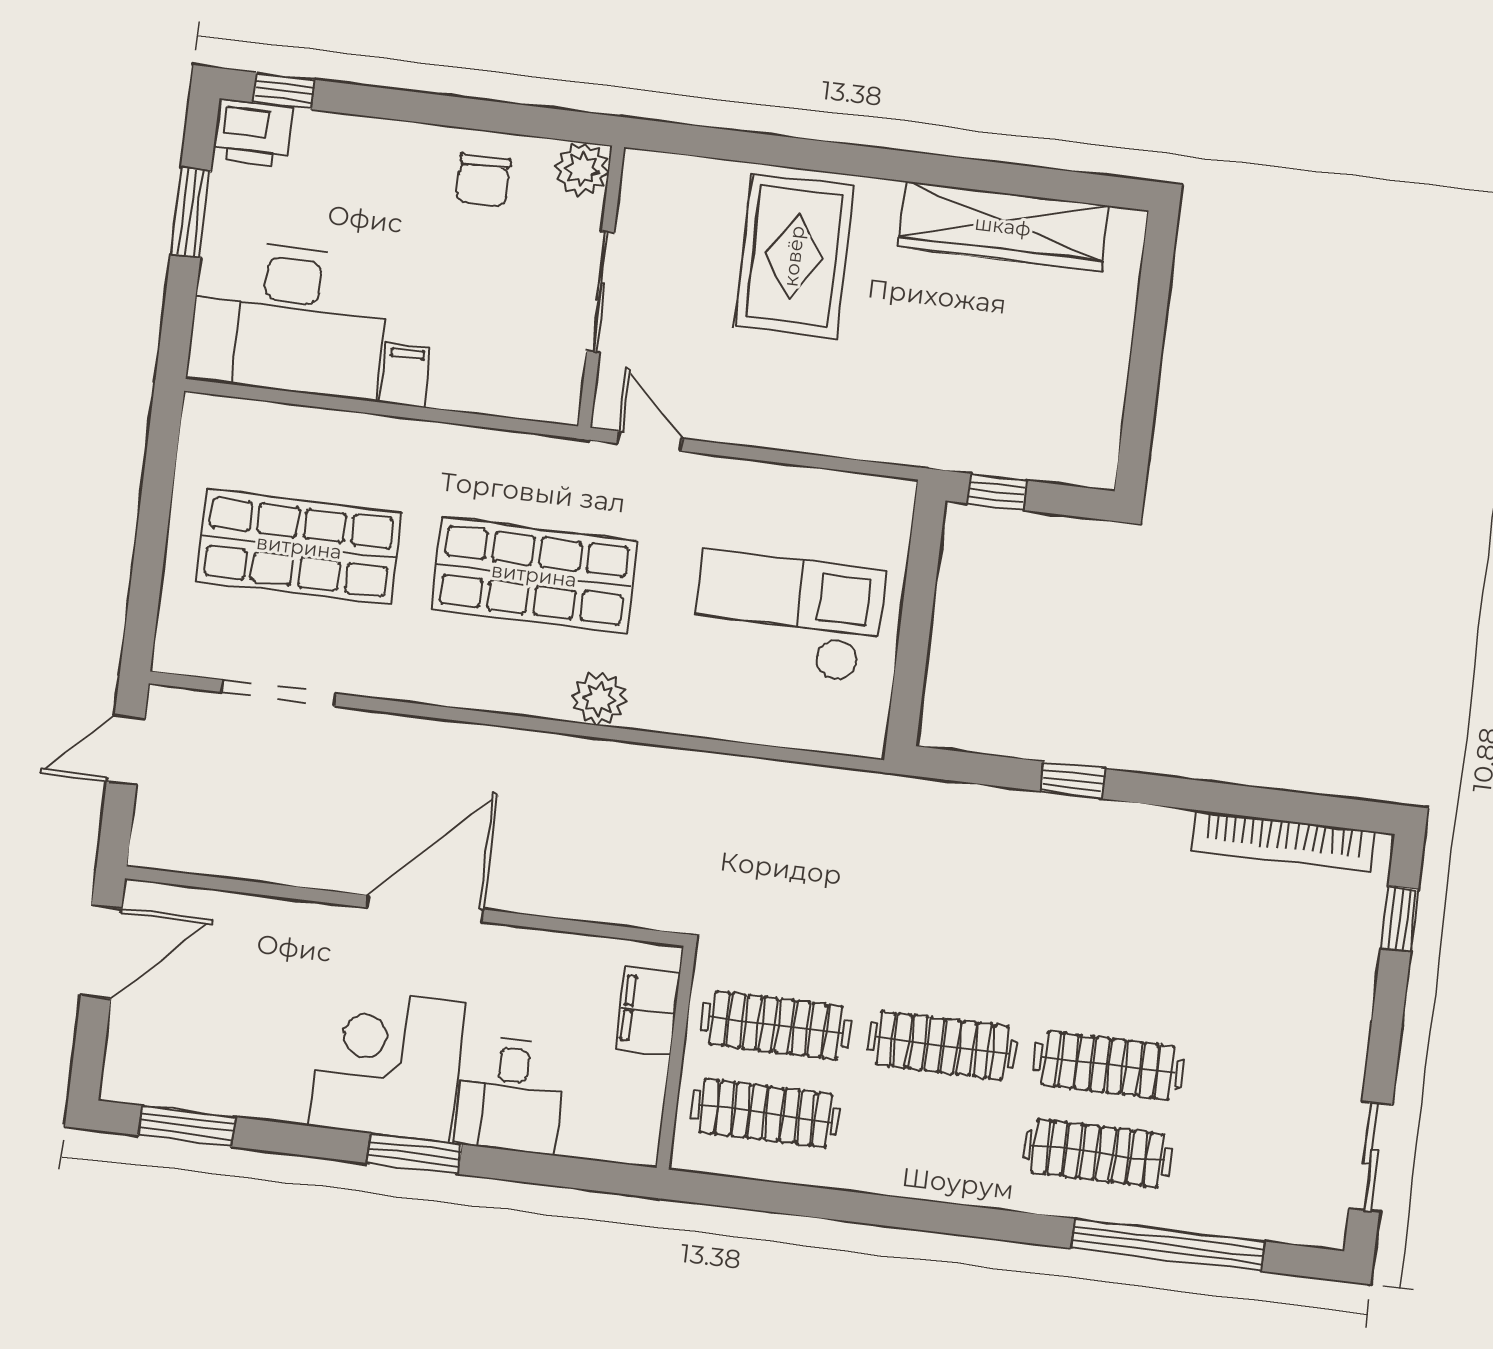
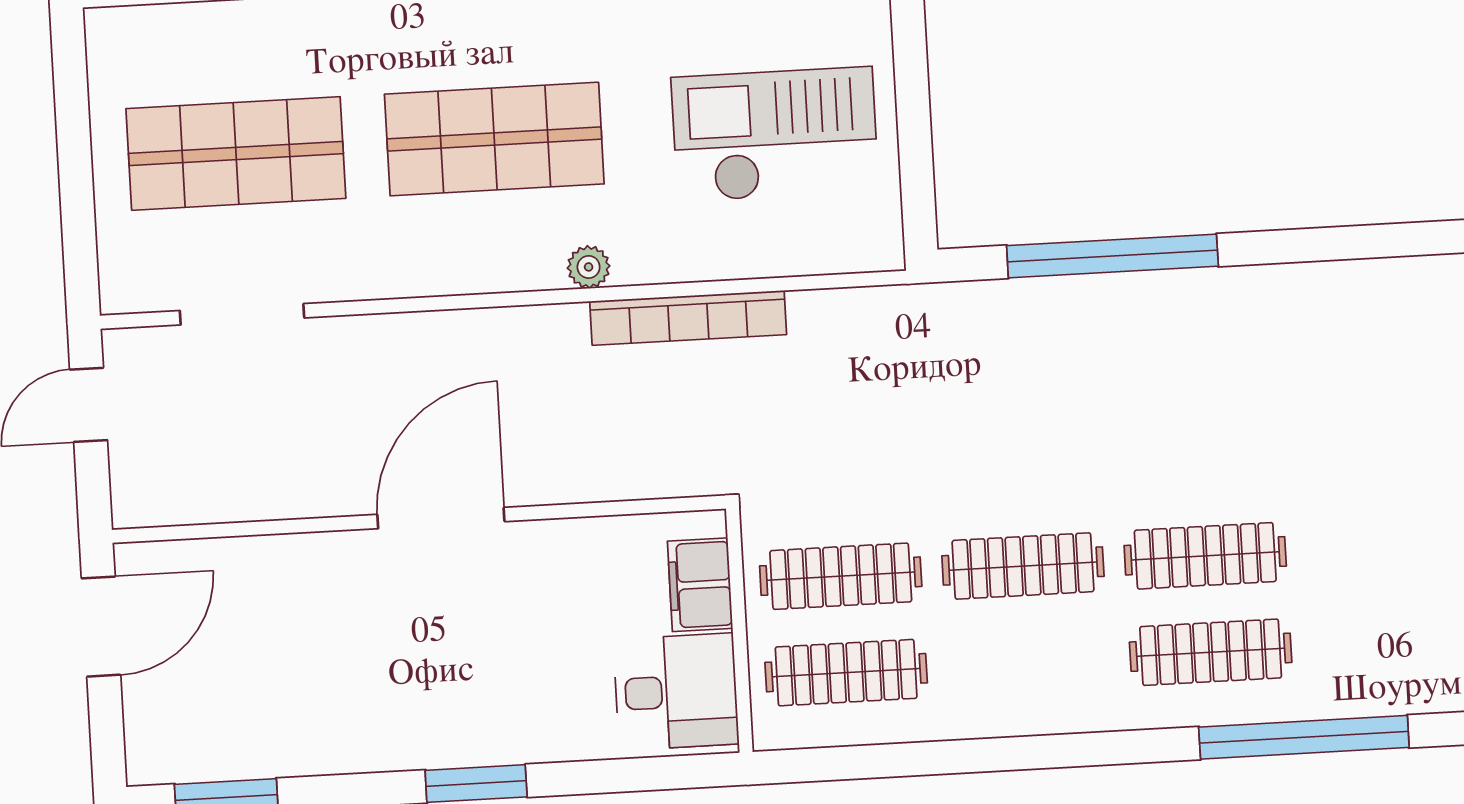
plant: (599, 699) -> (589, 267), width x0.73, depth x0.73
window: (1073, 780) -> (1112, 256), width x3.17
bookcase: (1283, 841) -> (688, 318), moved
corner desk: (387, 1064) -> (430, 693), removed
desk: (510, 1095) -> (676, 692), moved, turned -90

